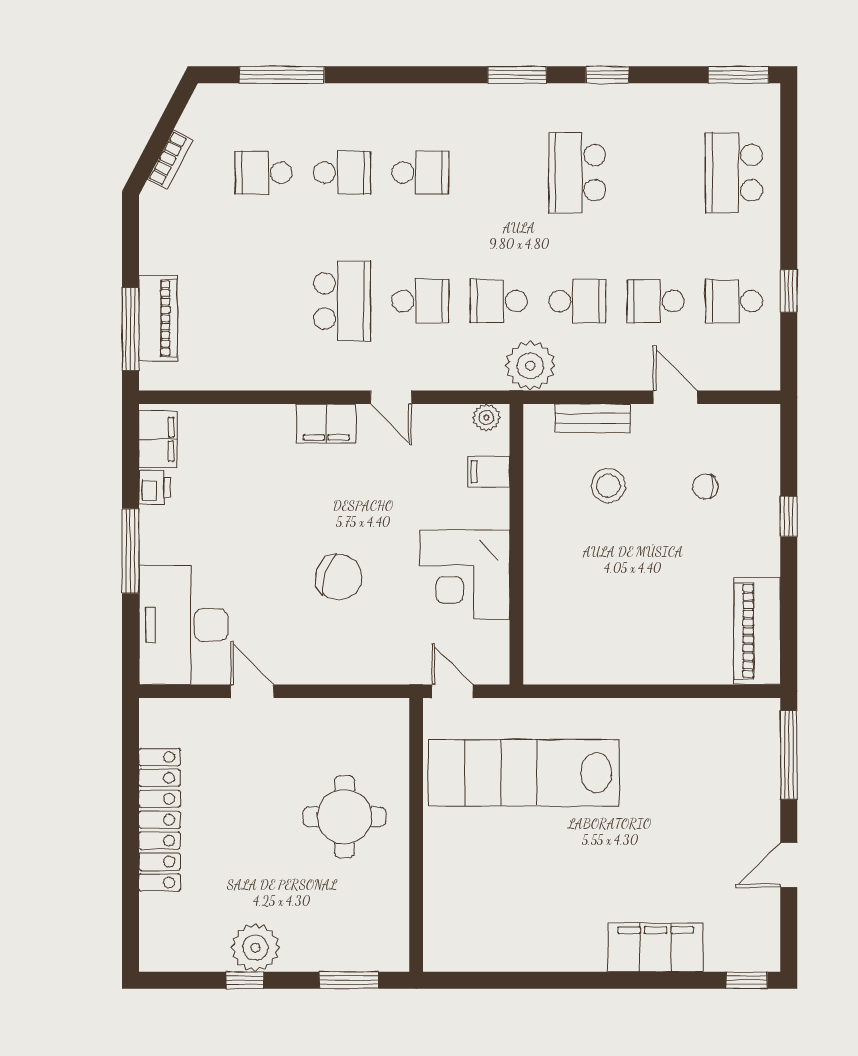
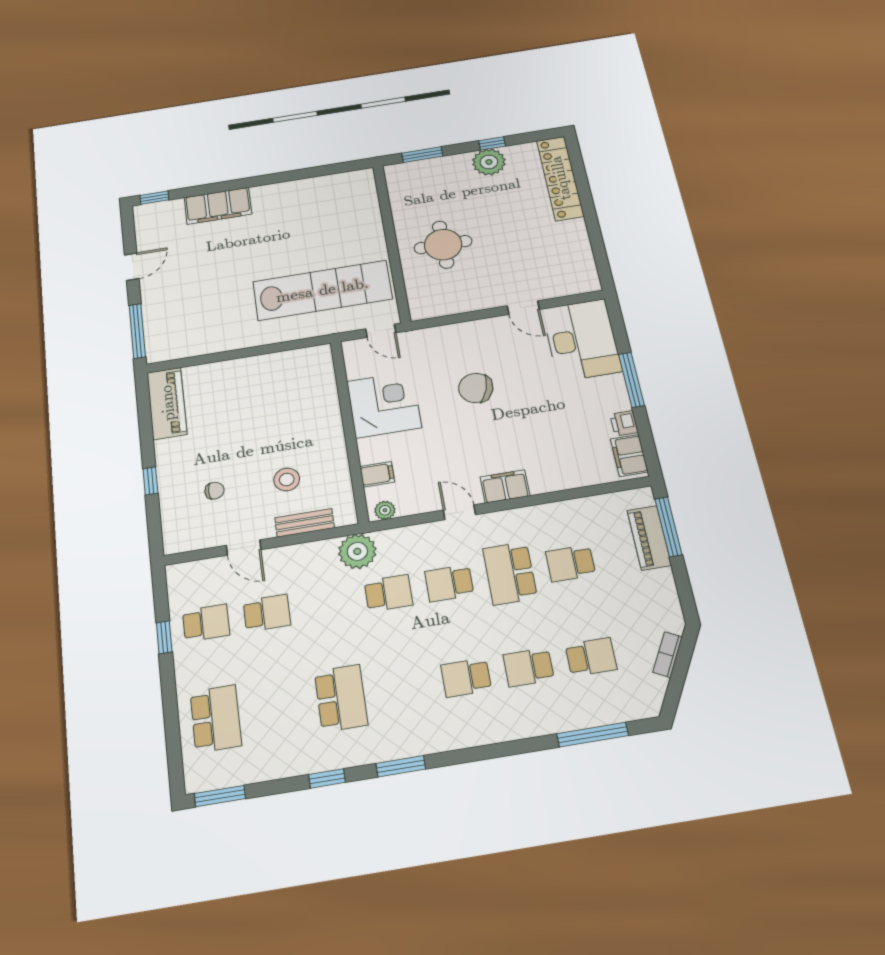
school desk: (577, 301) -> (571, 563), moved
locker: (160, 820) -> (560, 178), moved

